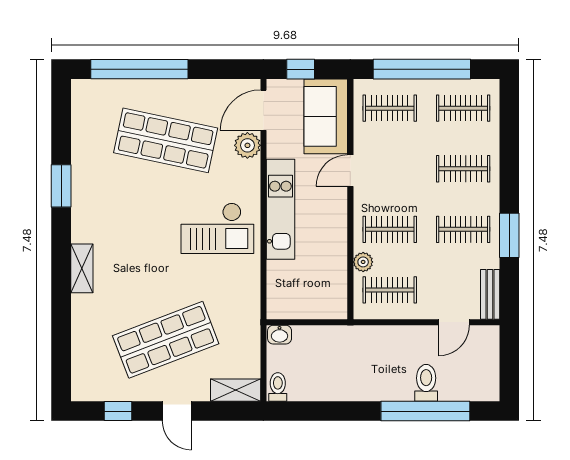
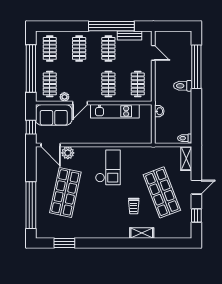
door: (350, 171) -> (80, 103), hinge flipped
window: (61, 186) -> (64, 243), moved
kitchen unit: (280, 209) -> (115, 111), moved, turned 180
window: (509, 235) -> (111, 26), width x2.11
plant: (363, 262) -> (64, 97), moved
shelving: (82, 268) -> (142, 233), moved
trolley: (138, 282) -> (134, 206), added
bench: (490, 294) -> (130, 35), moved
washbasin: (280, 335) -> (159, 111), moved
toilet: (426, 383) -> (183, 86), moved

